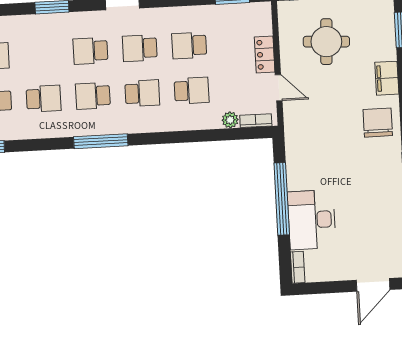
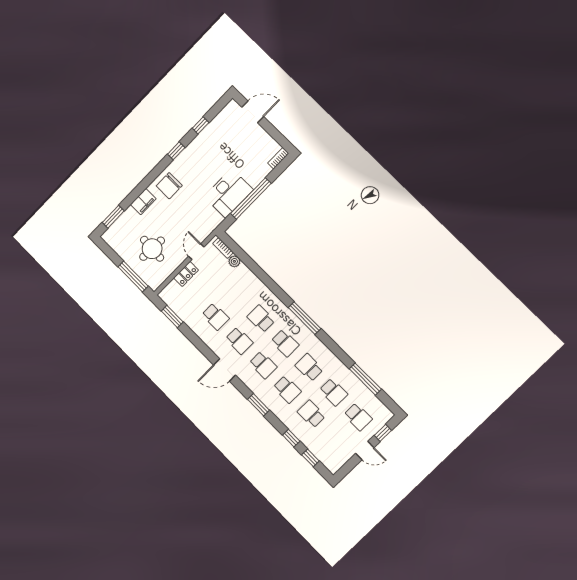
school desk: (192, 91) -> (287, 389), moved, turned 180
desk: (312, 220) -> (229, 193), moved

